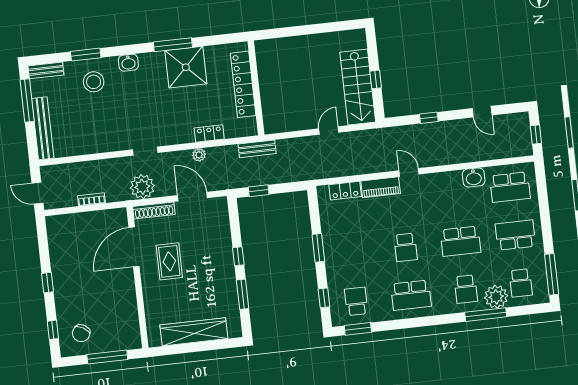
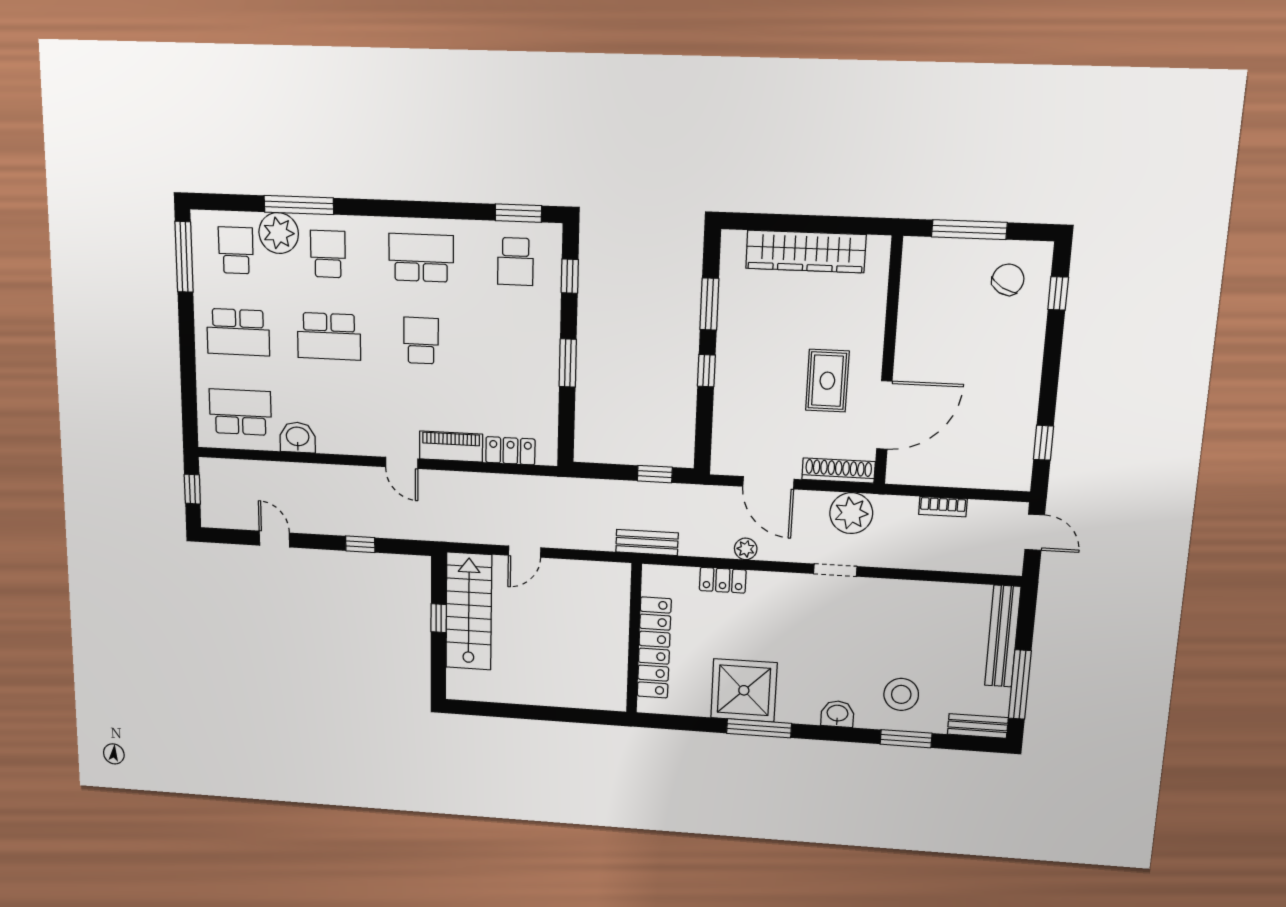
school desk: (460, 241) -> (329, 336), turned 180
window: (48, 283) -> (1043, 443), moved

